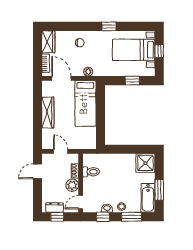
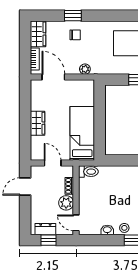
window: (109, 26) -> (73, 16), moved
bed: (85, 104) -> (82, 133), moved, turned 180
wardrobe: (48, 112) -> (37, 123), width x0.67
toilet: (91, 172) -> (88, 172), moved
door: (81, 202) -> (76, 223), hinge flipped
window: (103, 217) -> (102, 240), removed

